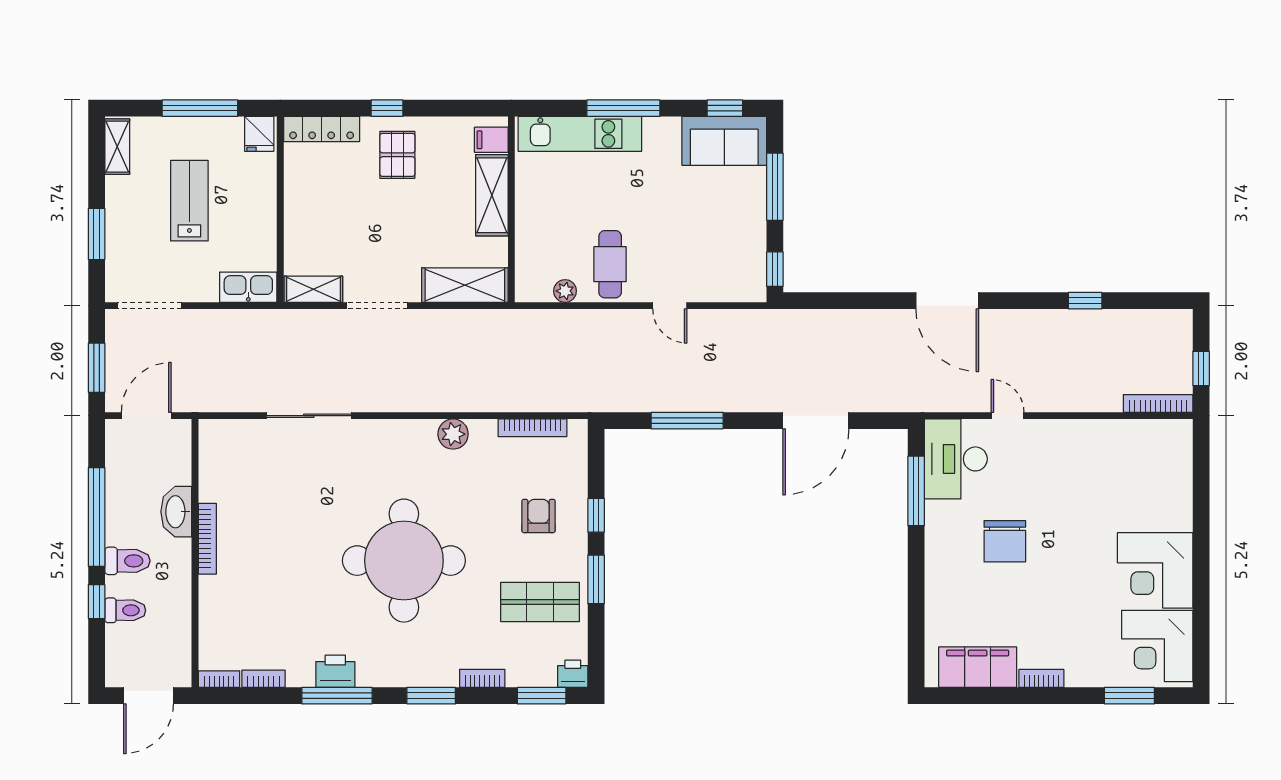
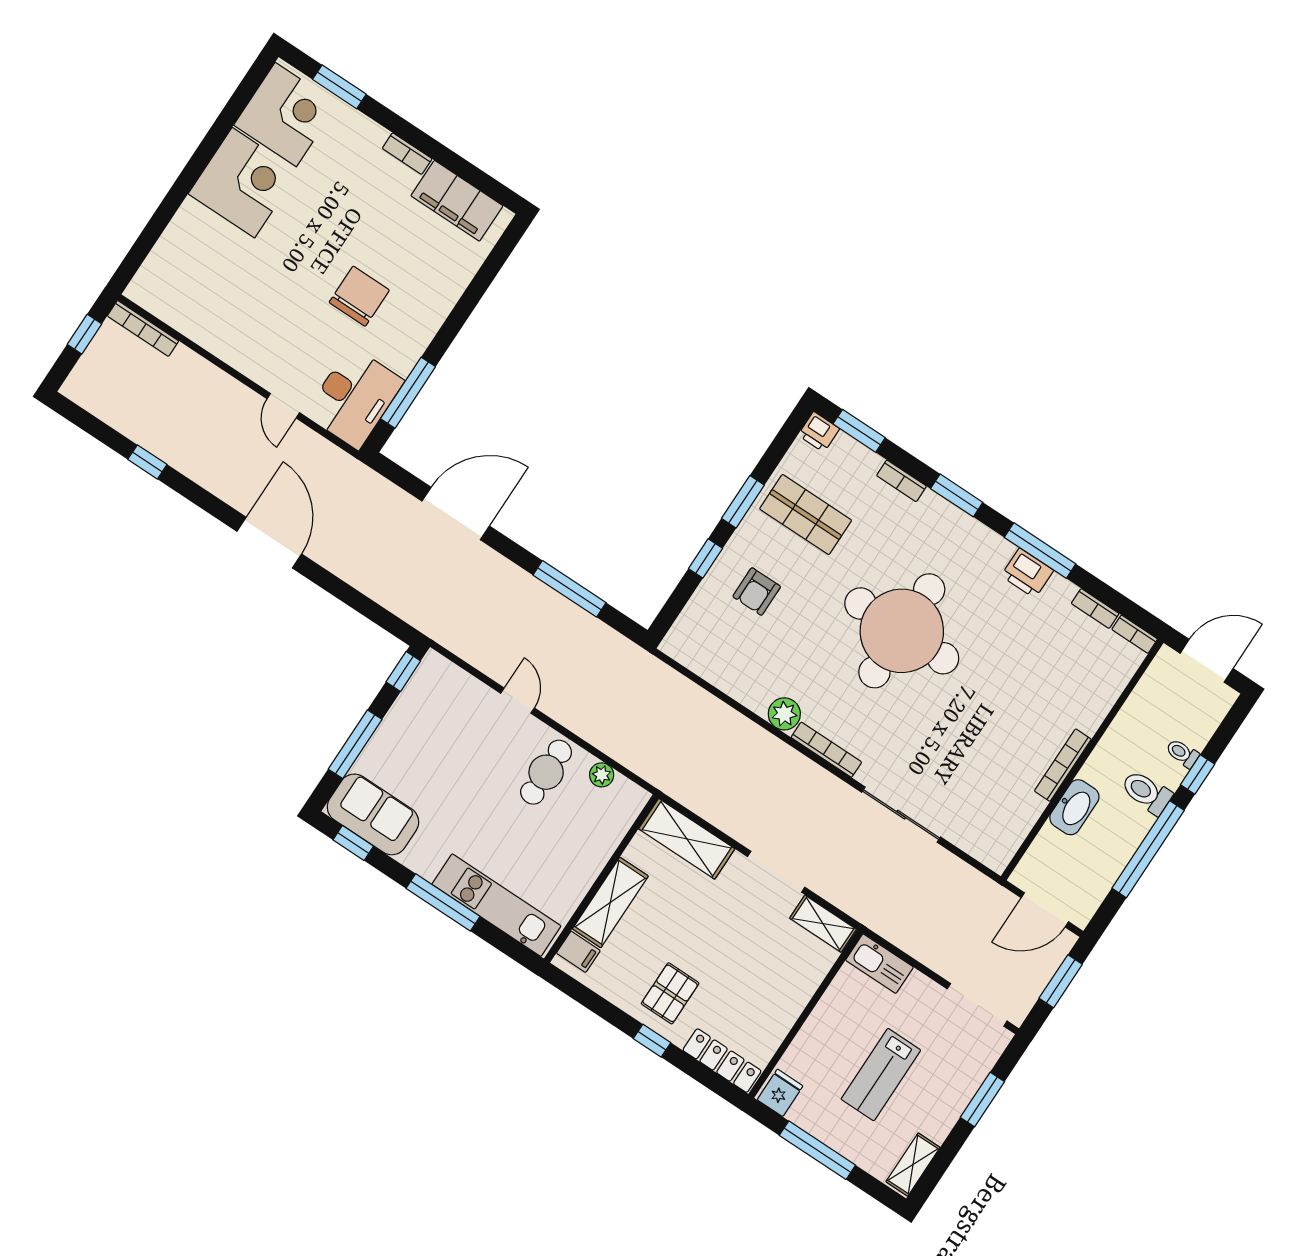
bookcase: (532, 428) -> (826, 750), moved
toilet: (125, 610) -> (1182, 753), width x0.73, depth x0.72

